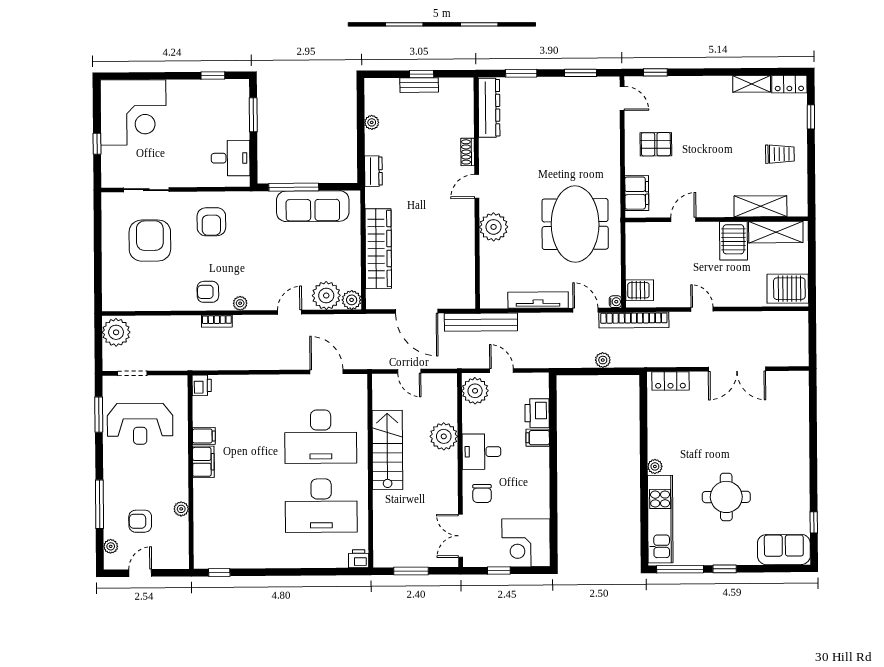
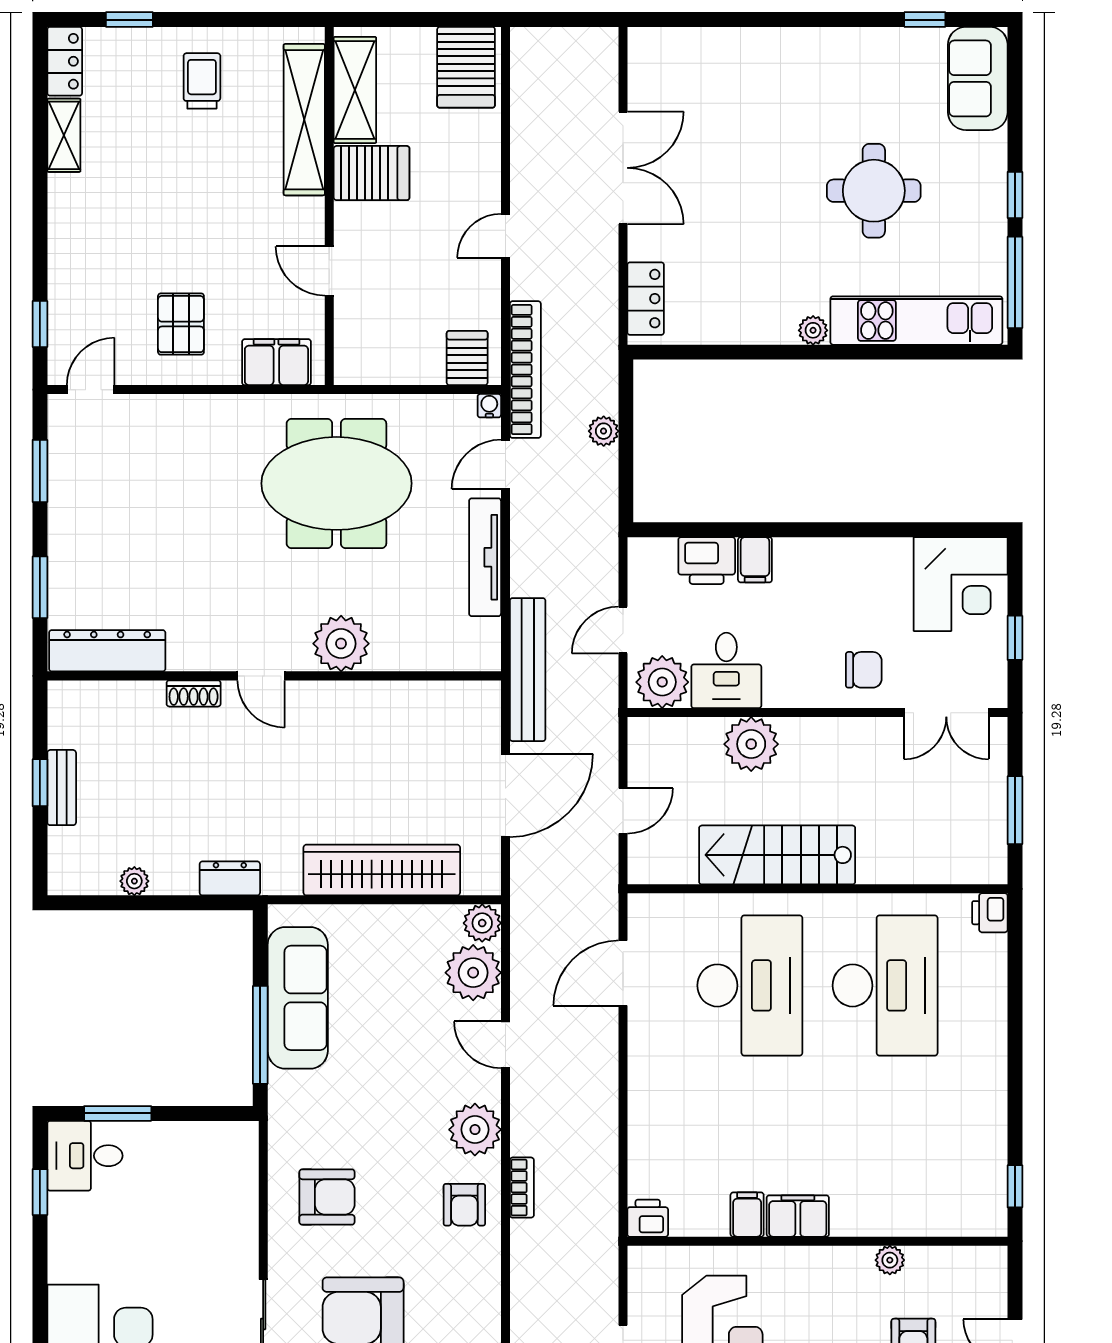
desk: (231, 158) -> (85, 1156), moved, turned -90
shelving: (760, 206) -> (304, 120), width x1.47
plant: (240, 303) -> (475, 1130), width x1.88, depth x1.88
desk: (481, 452) -> (726, 670), moved

